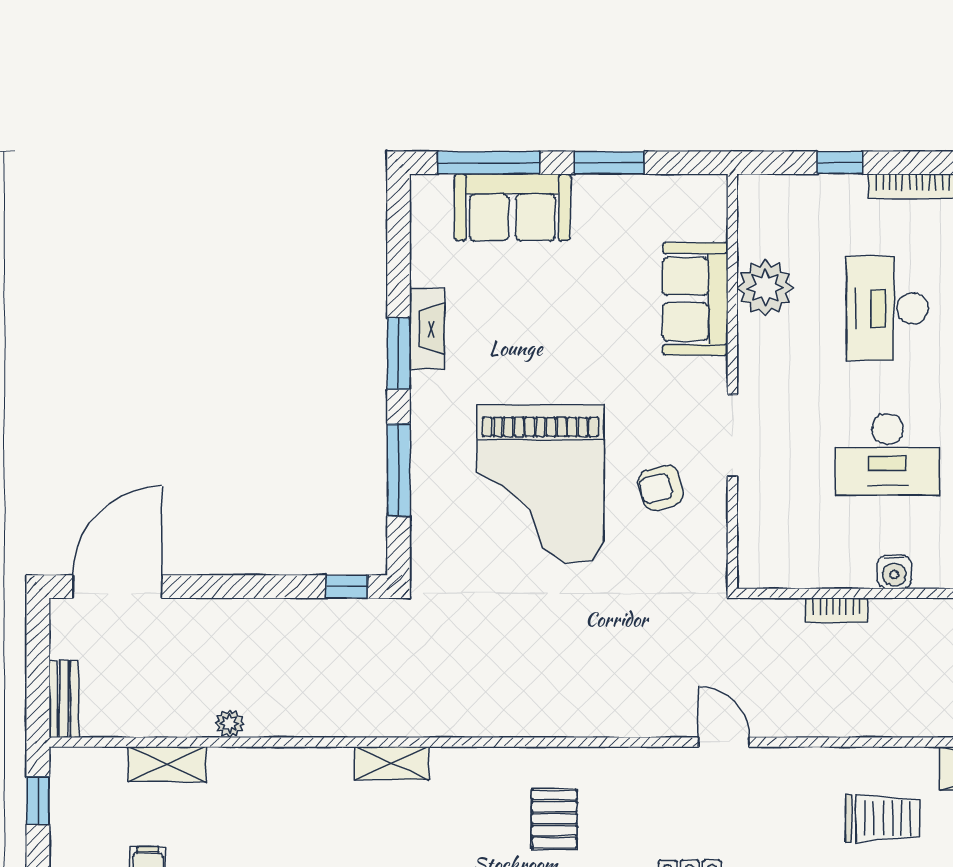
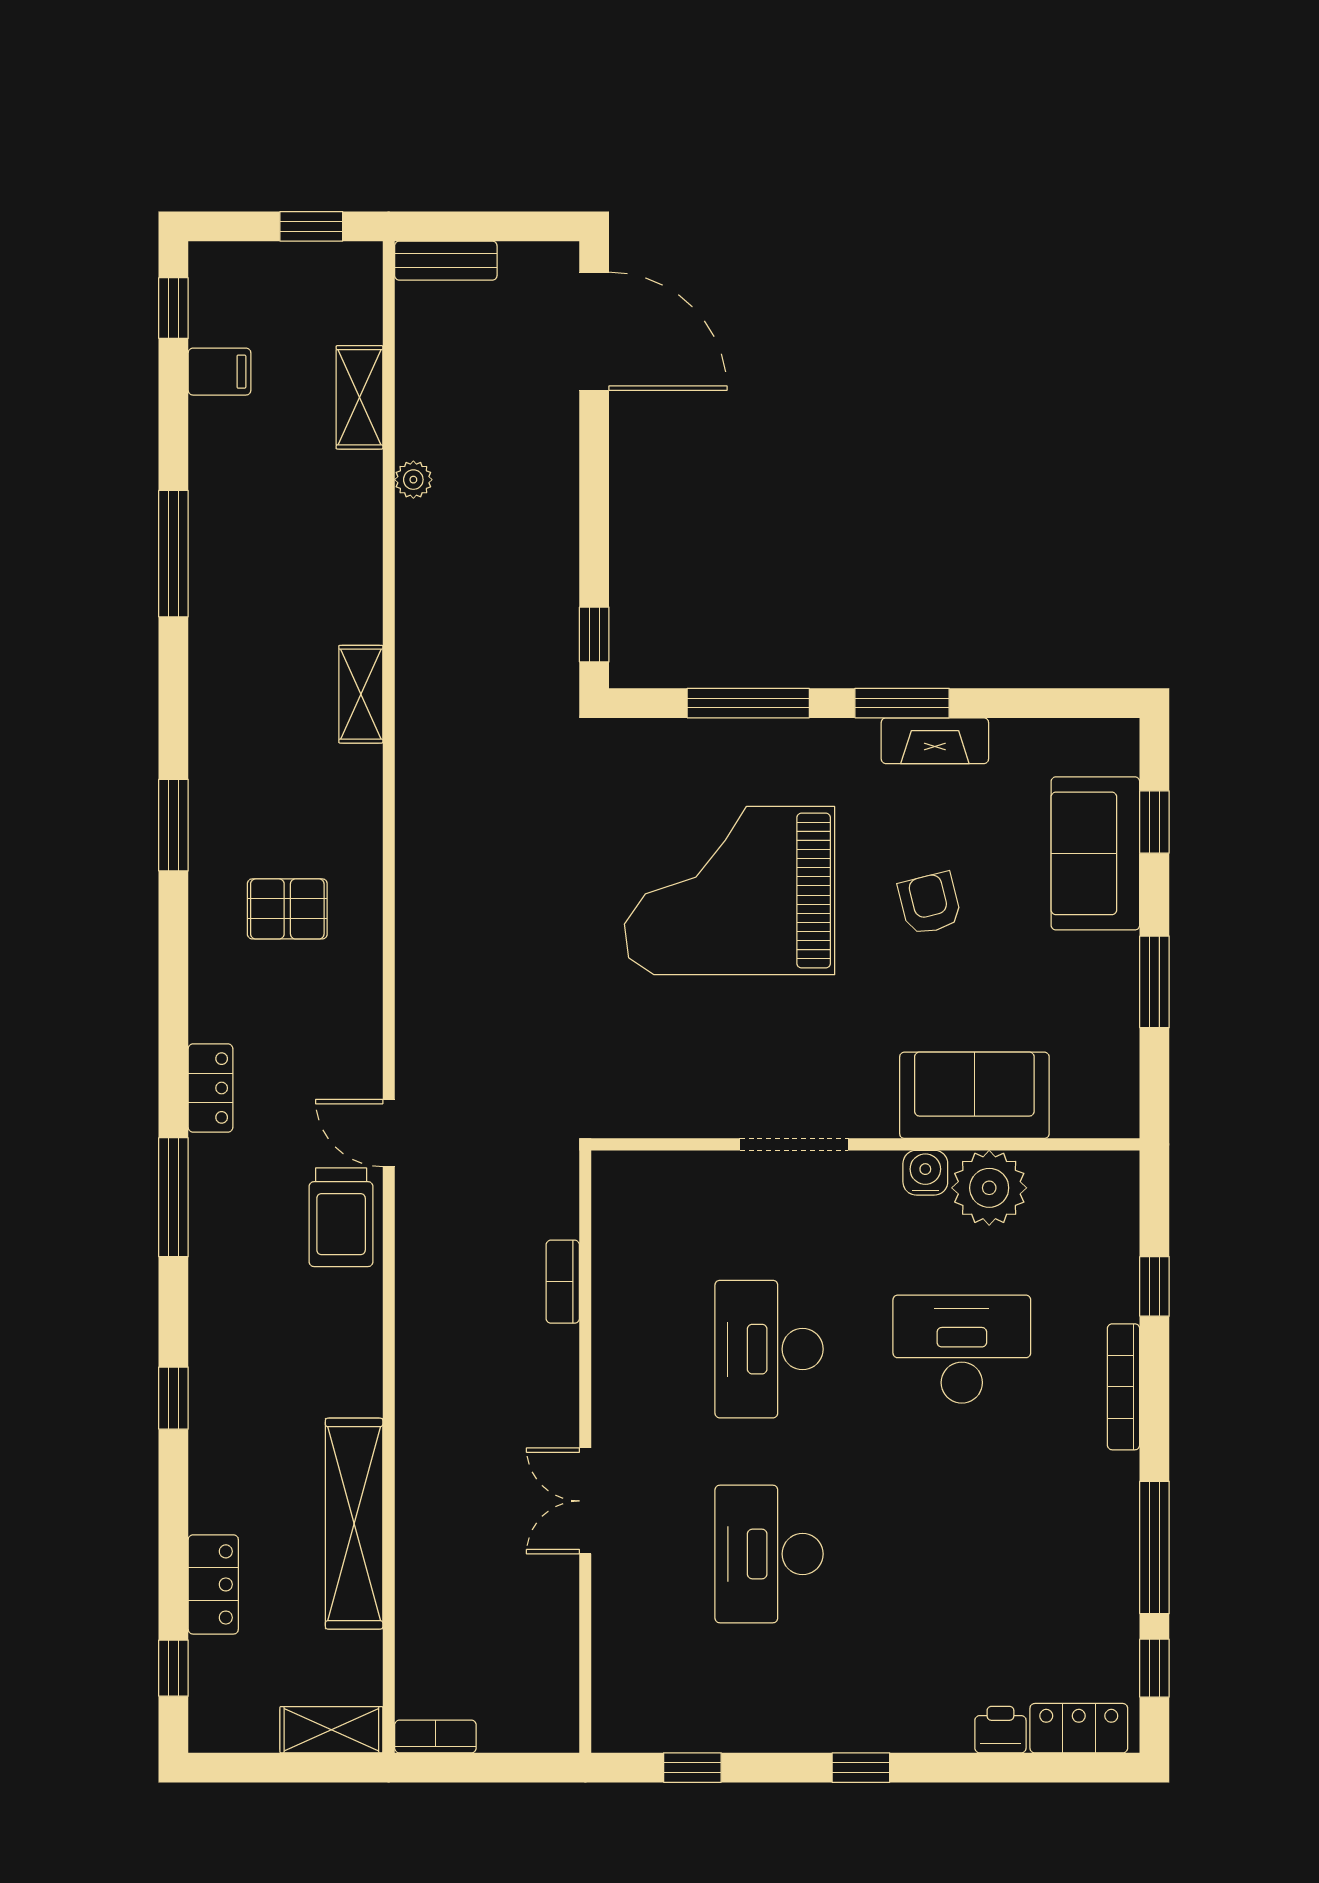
window: (489, 163) -> (1154, 822), width x0.46
armchair: (661, 488) -> (930, 903), moved
water cooler: (894, 572) -> (925, 1173), moved, turned 90
door: (724, 742) -> (389, 1133), swing flipped
trolley: (883, 818) -> (341, 1217), moved

